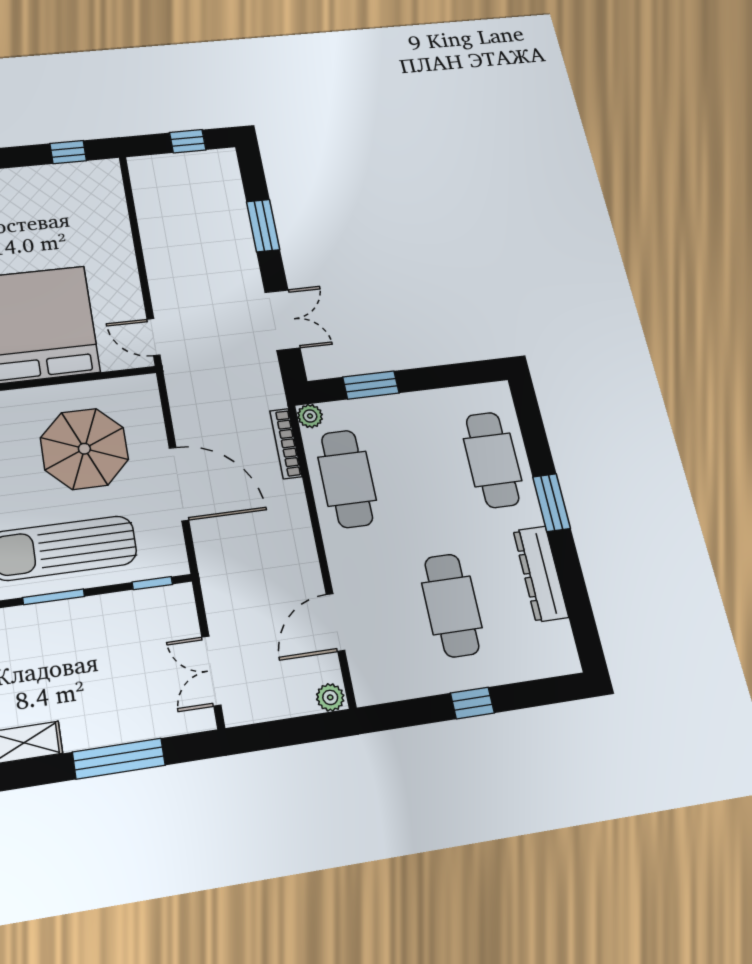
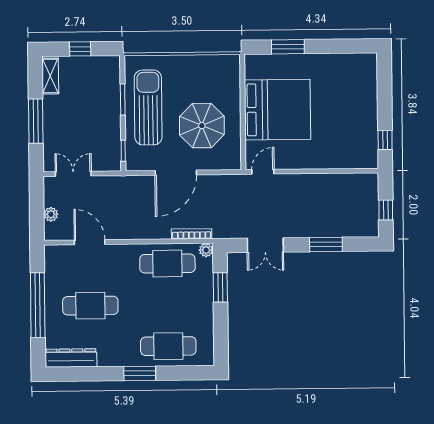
dresser: (541, 574) -> (71, 358), moved
plant: (330, 697) -> (51, 214), moved
window: (472, 703) -> (38, 305), width x3.17

